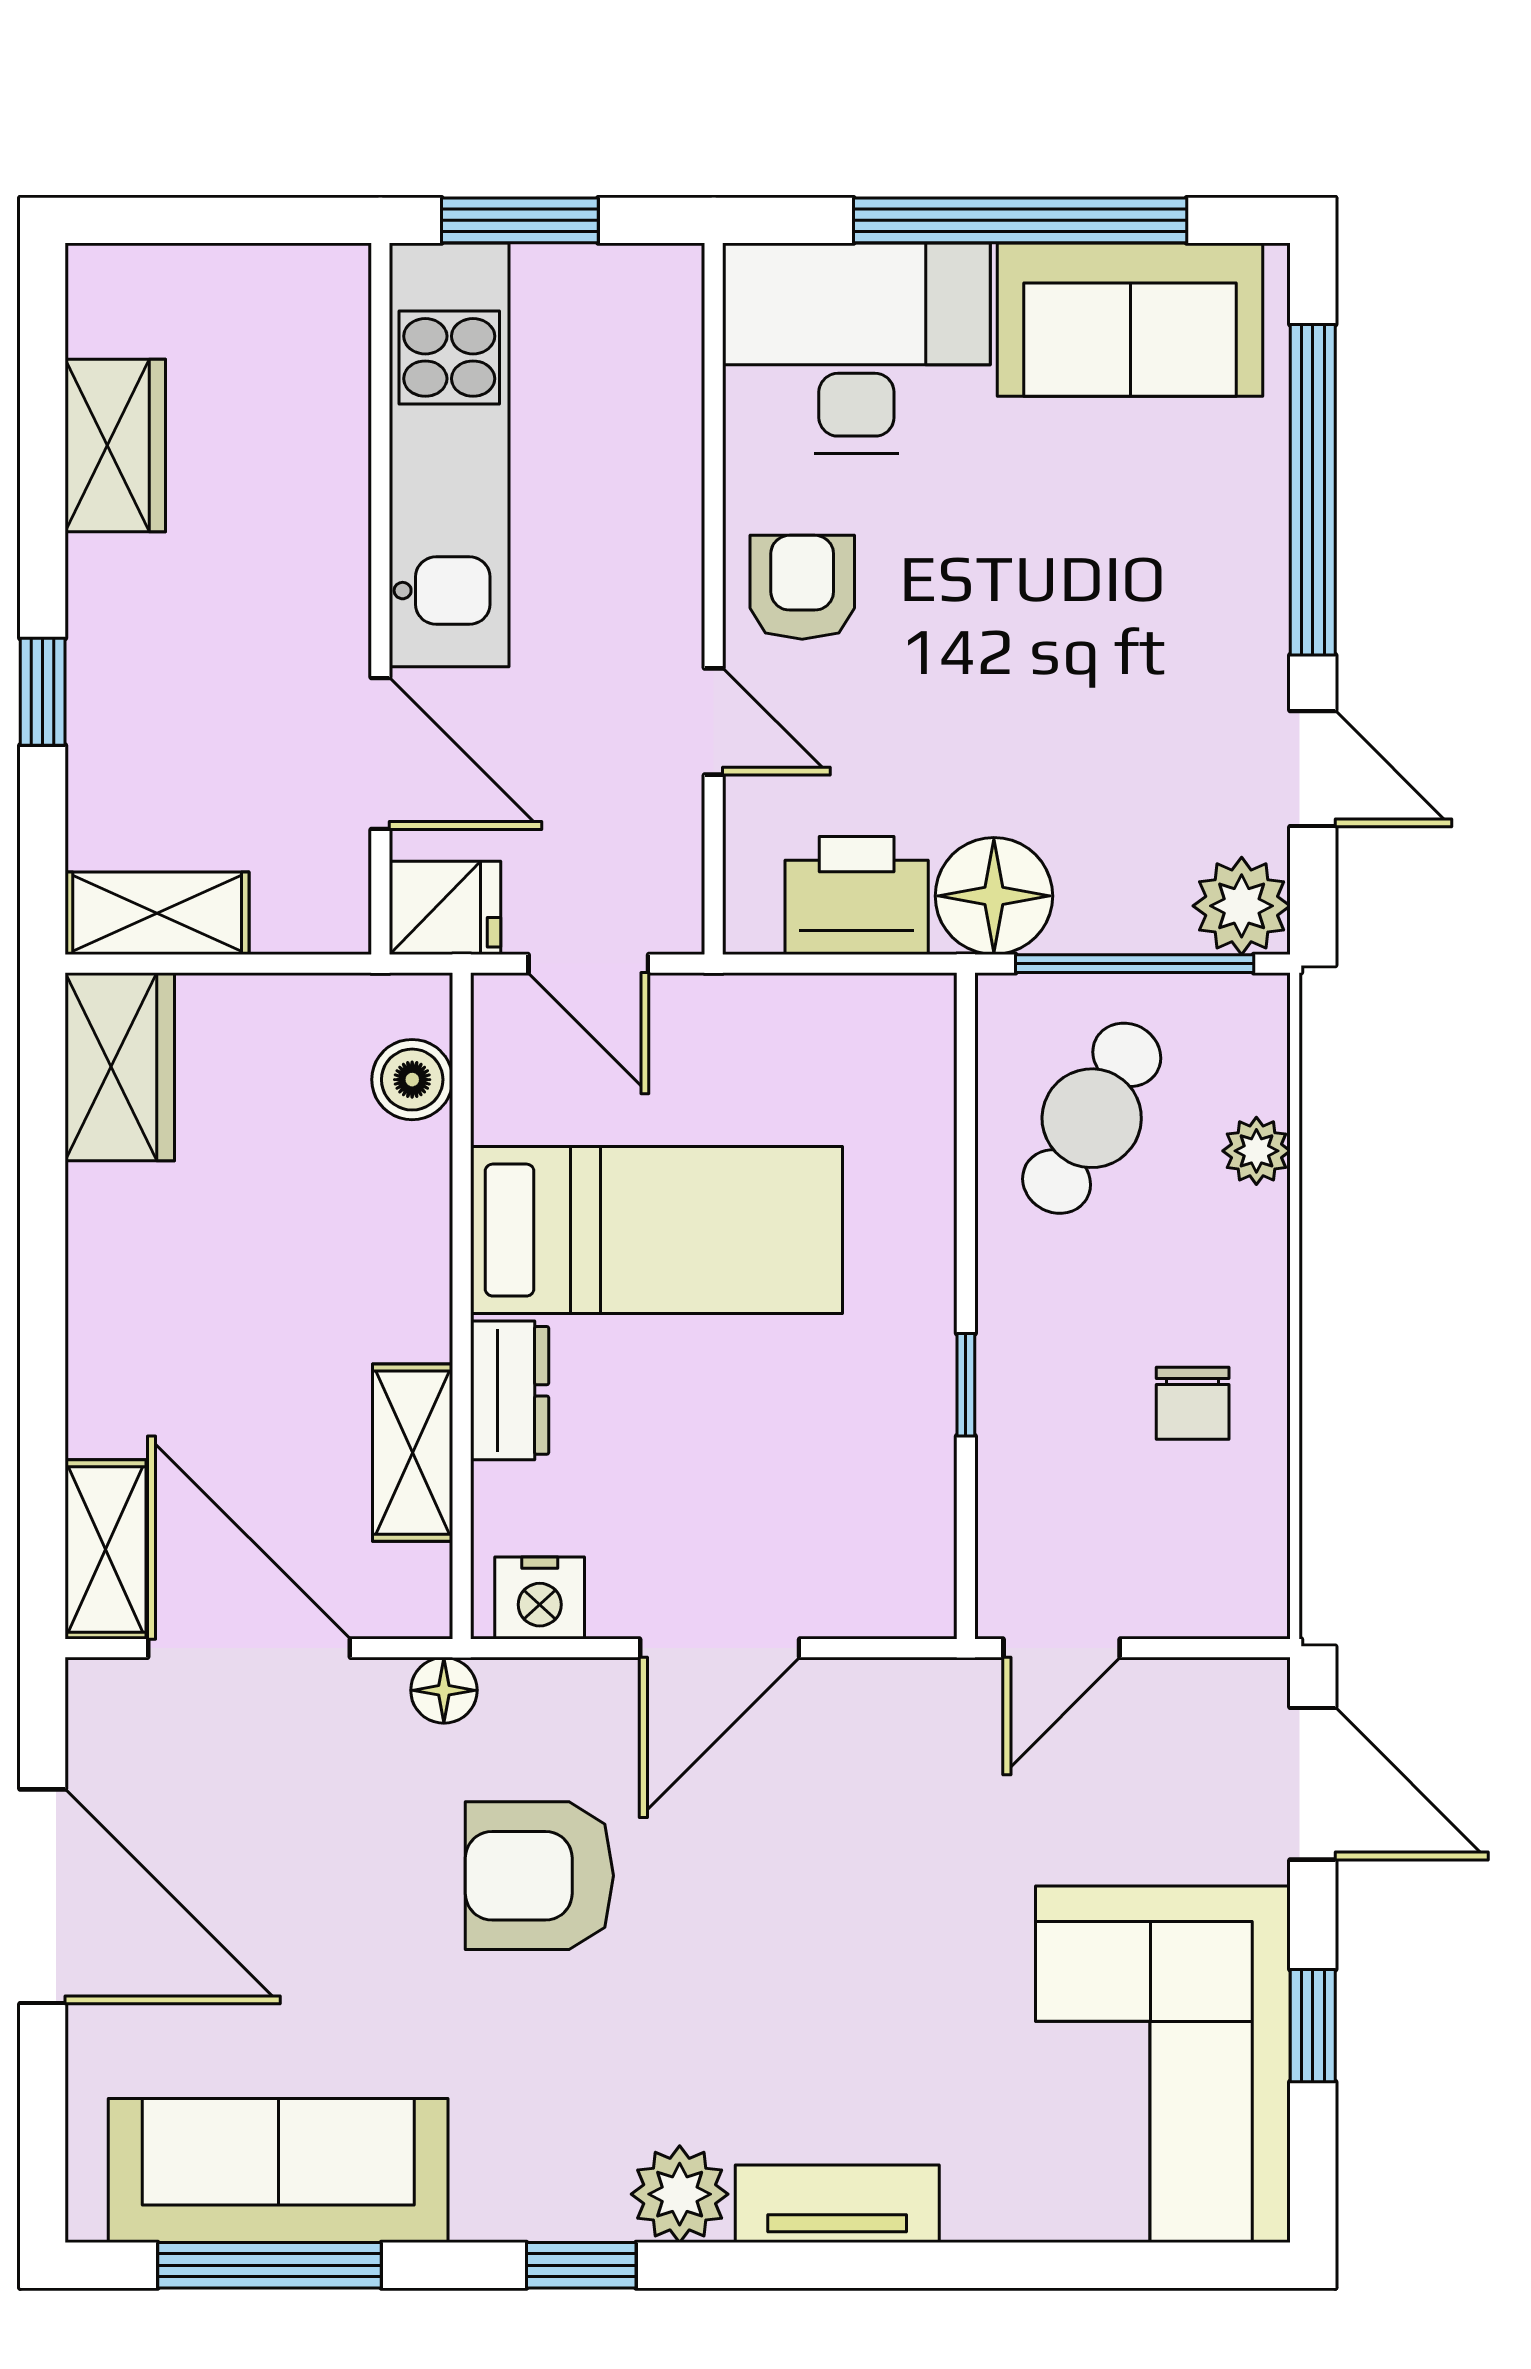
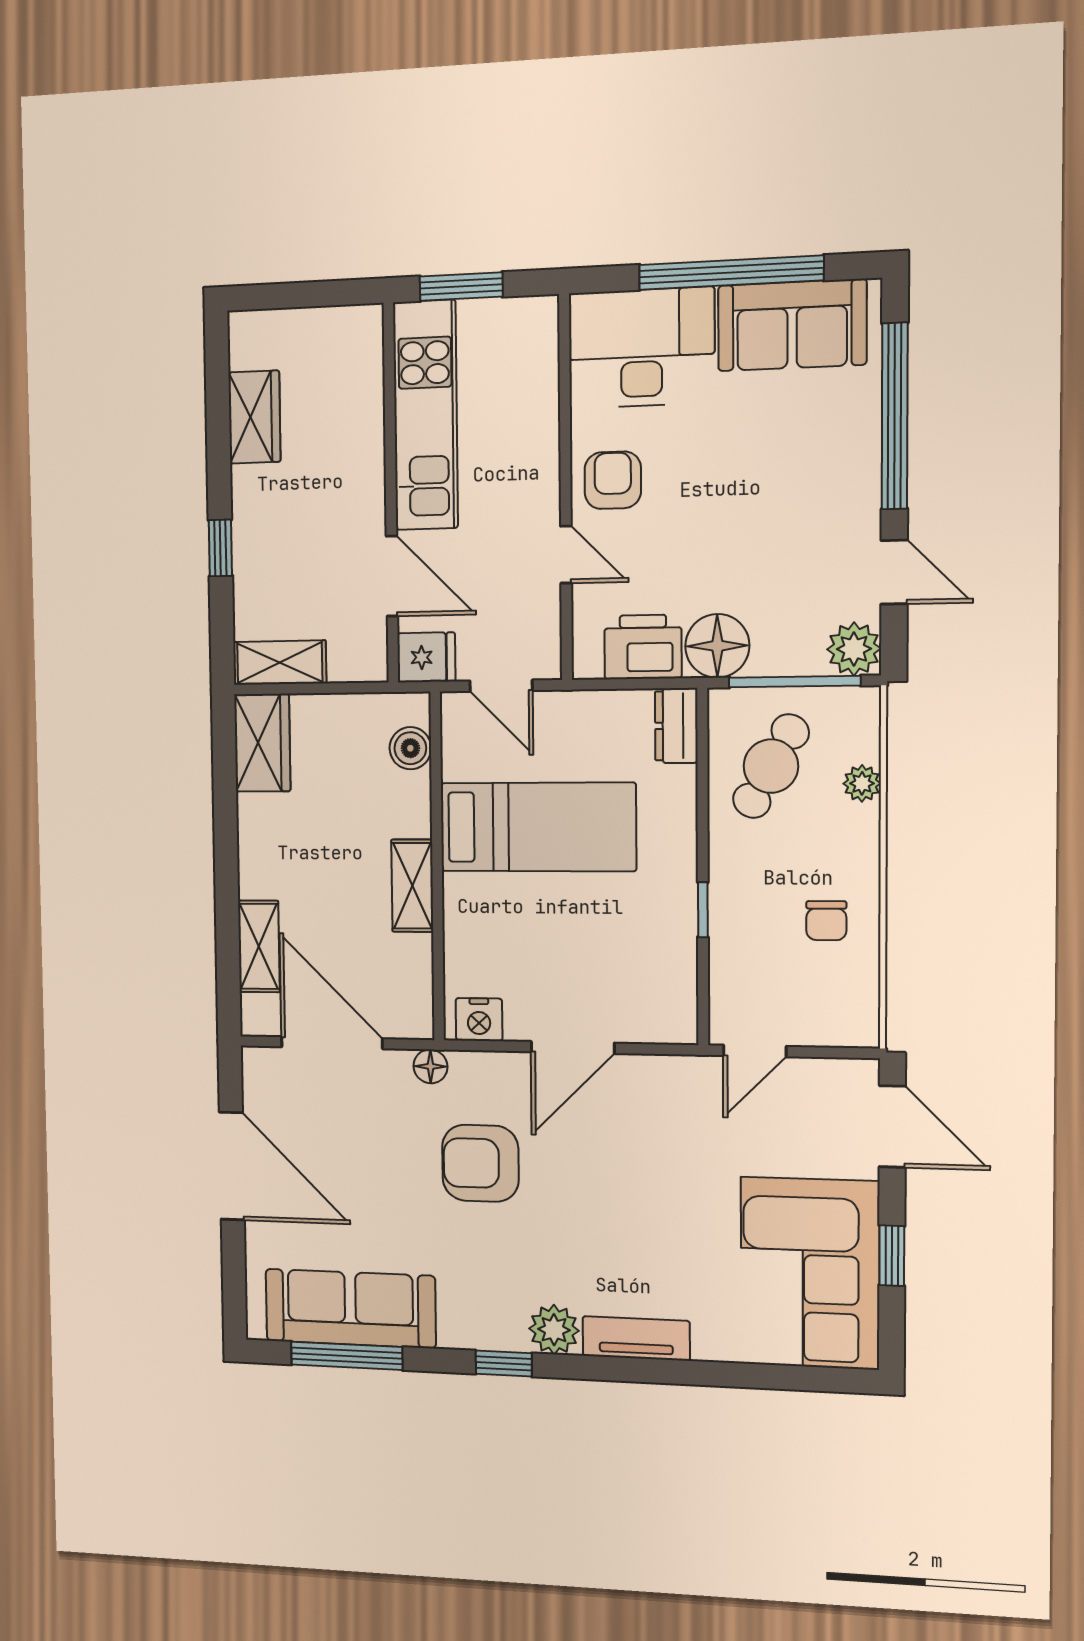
dresser: (510, 1390) -> (676, 726), moved, turned 180
shelving: (413, 1453) -> (412, 886), moved
shelving: (106, 1549) -> (259, 946), moved

